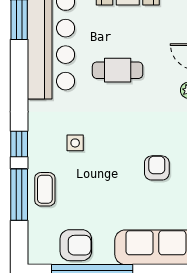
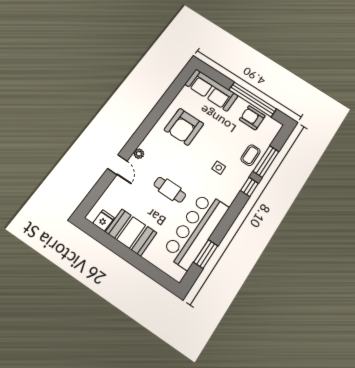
armchair: (157, 168) -> (184, 127), width x1.88, depth x1.88

